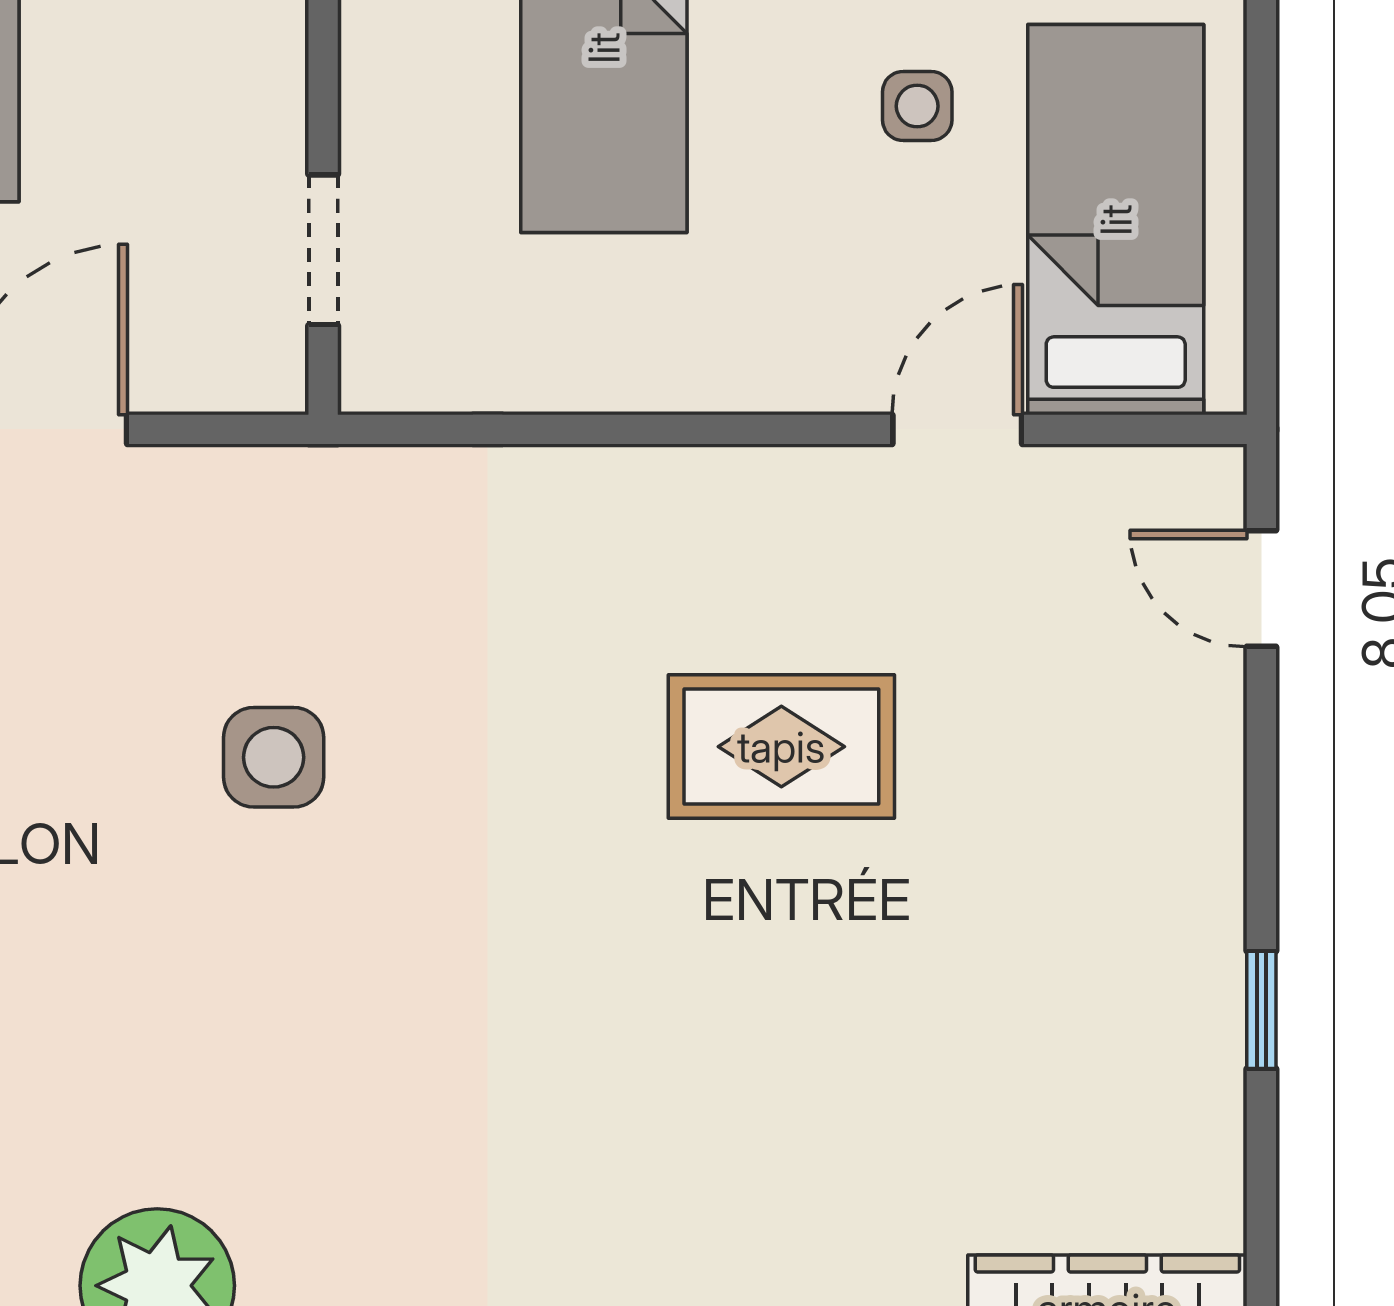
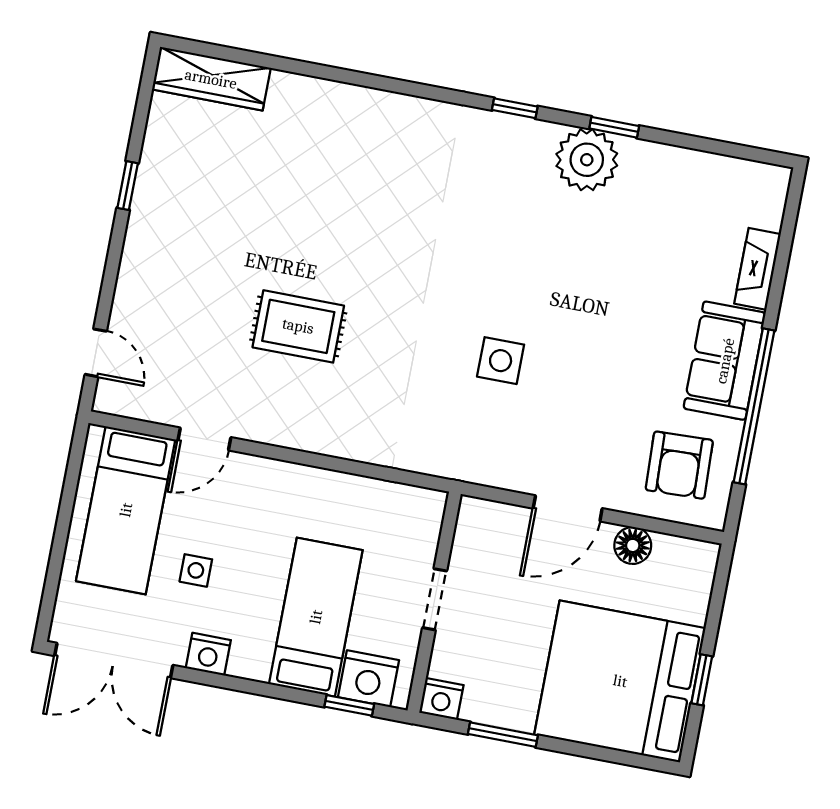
doorway: (323, 250) -> (435, 599), moved

